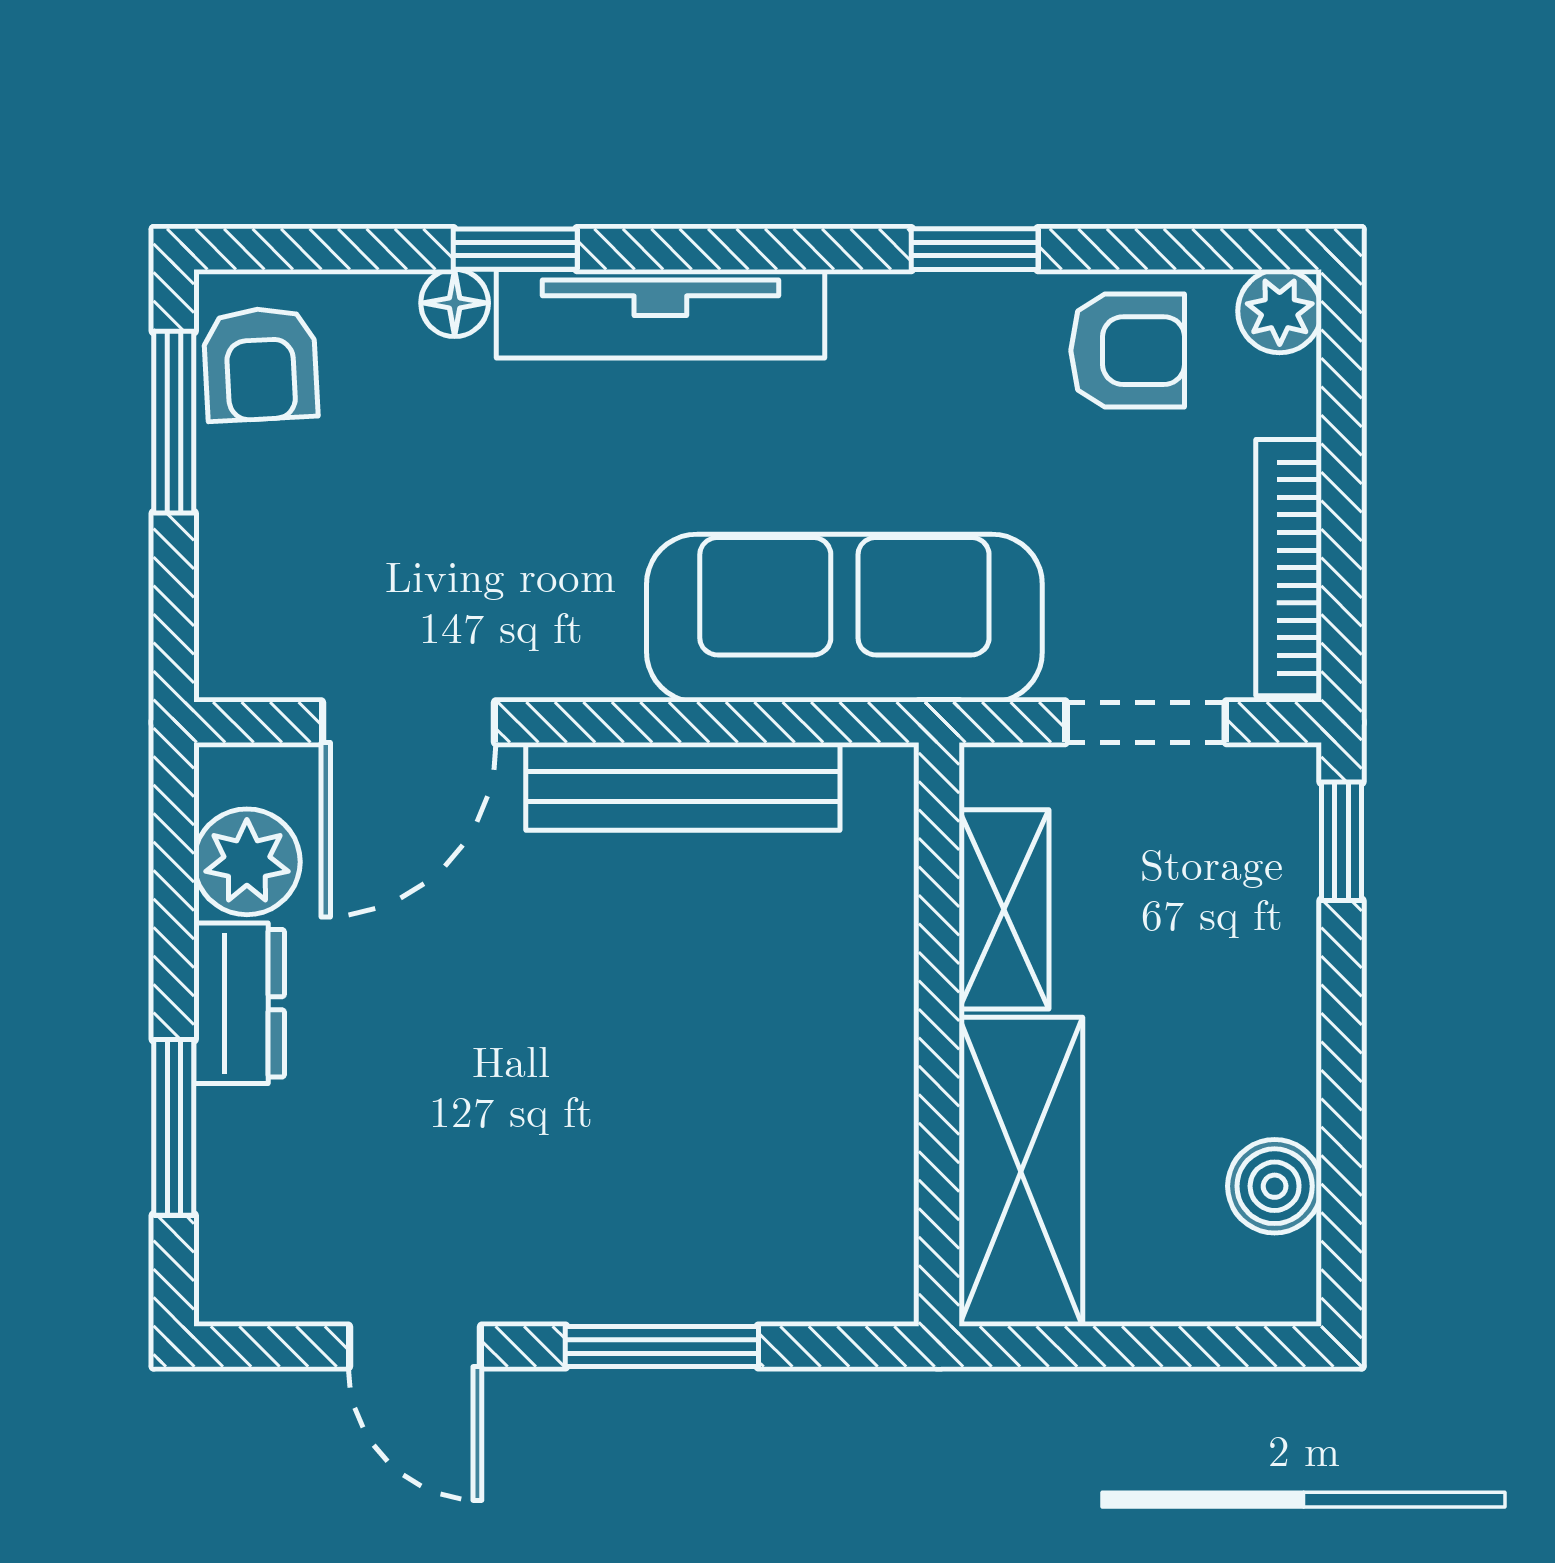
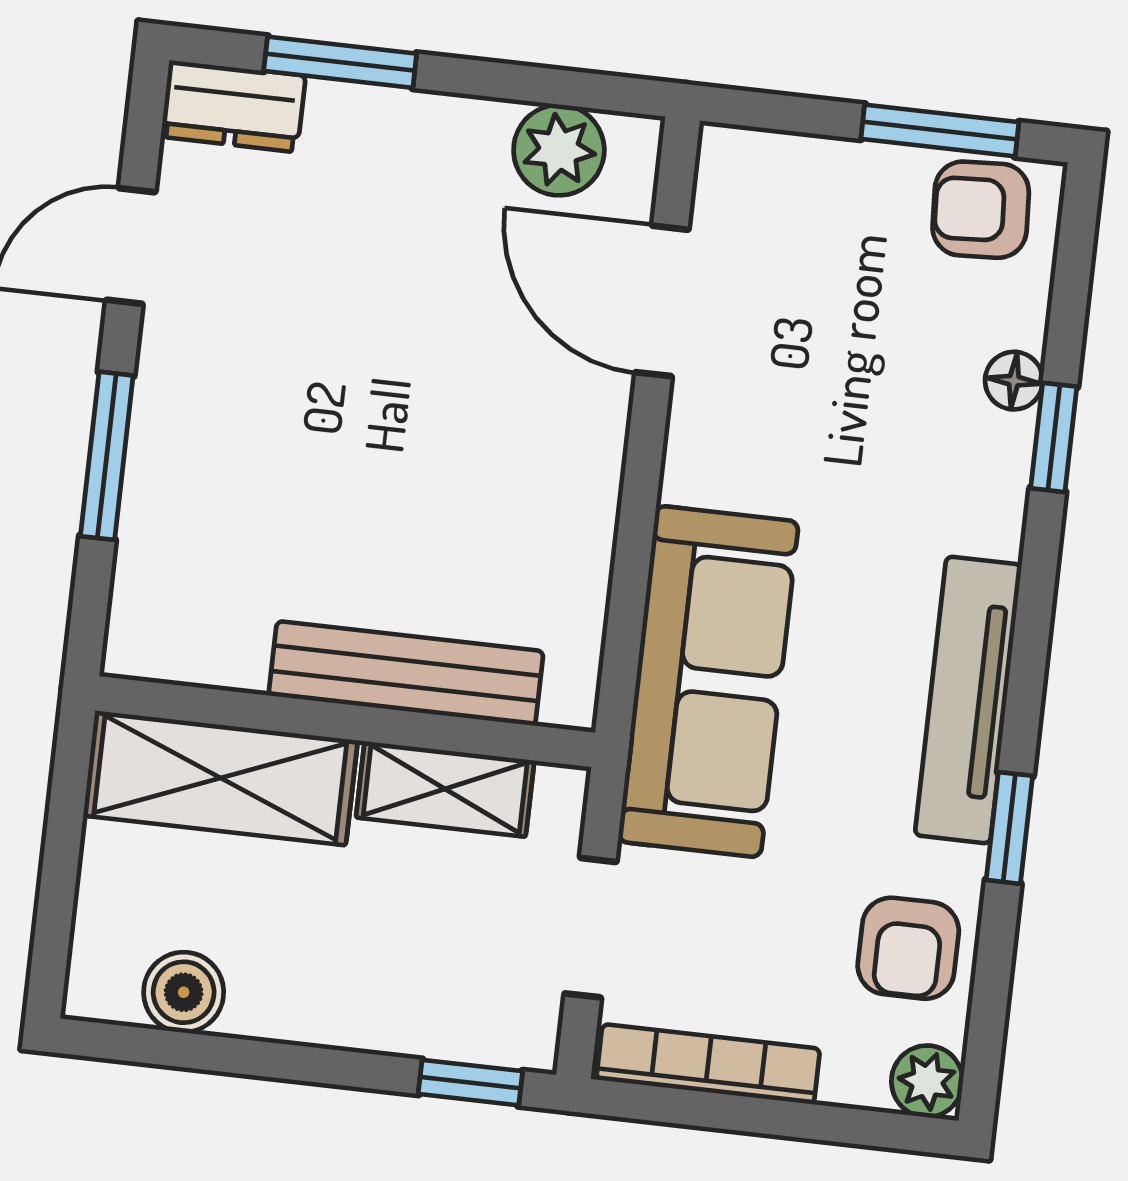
tv unit: (660, 314) -> (968, 700), moved
bench: (683, 786) -> (406, 673), moved, turned 90
dresser: (239, 1003) -> (233, 106), moved

